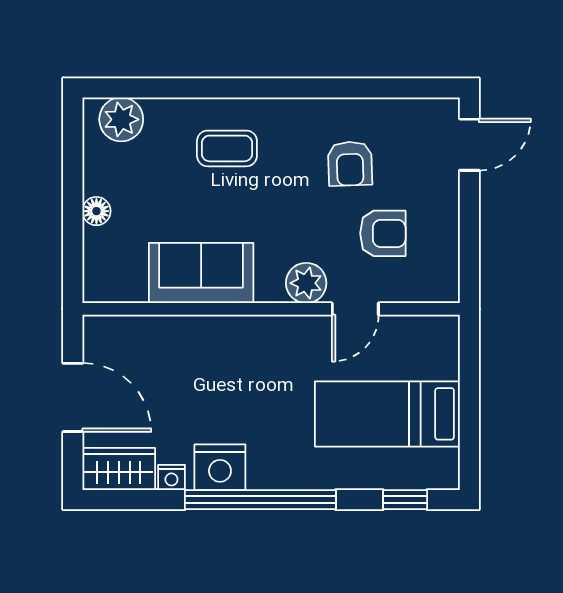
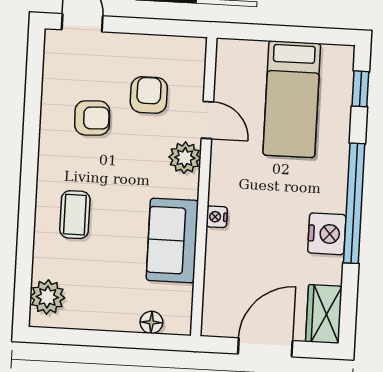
floor lamp: (96, 211) -> (151, 322), moved
nightstand: (171, 477) -> (217, 217), moved, turned 180

